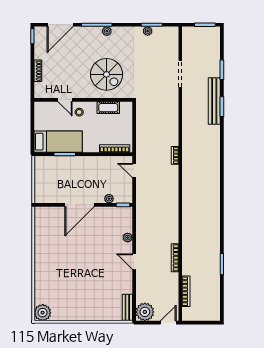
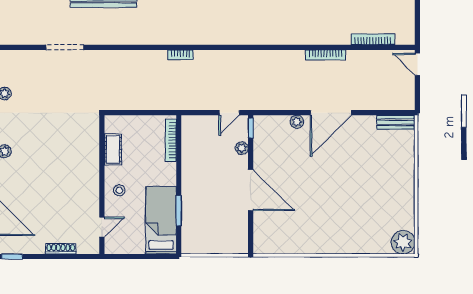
spiral stairs: (107, 74) -> (66, 152), removed
door: (65, 100) -> (102, 227), moved
door: (134, 171) -> (229, 113), moved
door: (134, 262) -> (331, 113), width x1.88
plant: (145, 312) -> (402, 97), removed

